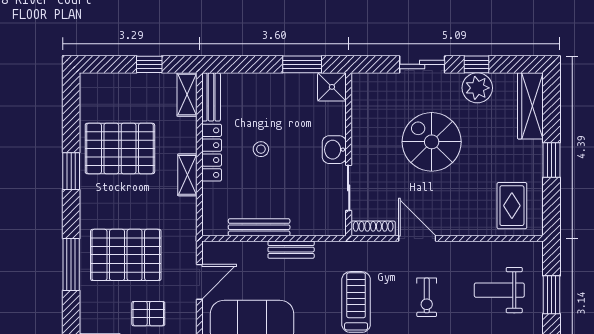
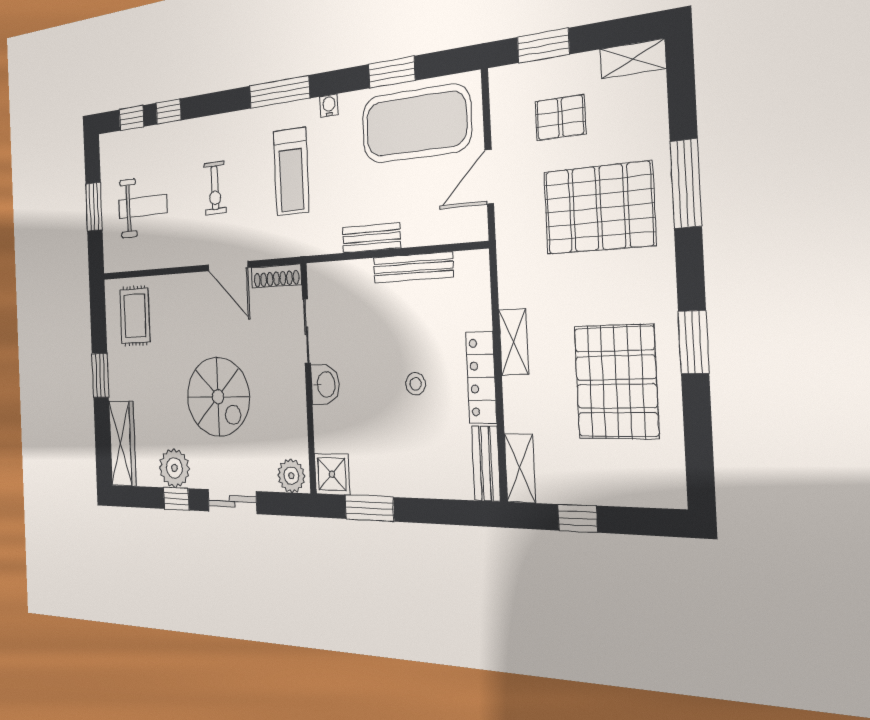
plant: (367, 85) -> (291, 476), added
pallet: (120, 148) -> (616, 382), turned 90
exercise bike: (427, 297) -> (215, 188), turned 180

